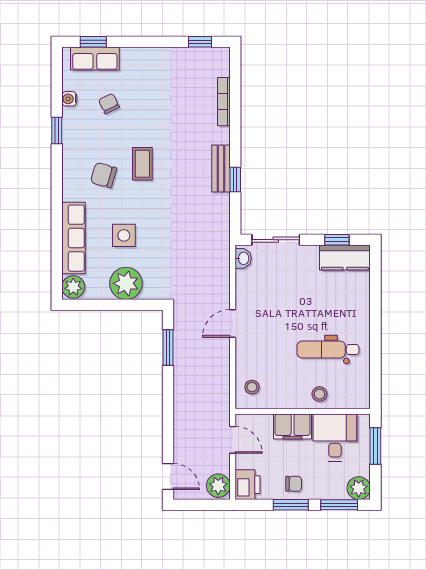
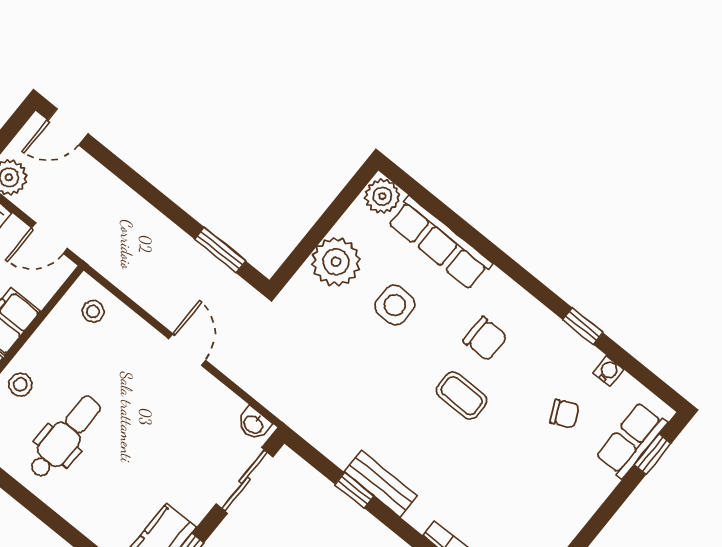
chair: (104, 175) -> (485, 339), turned 74

